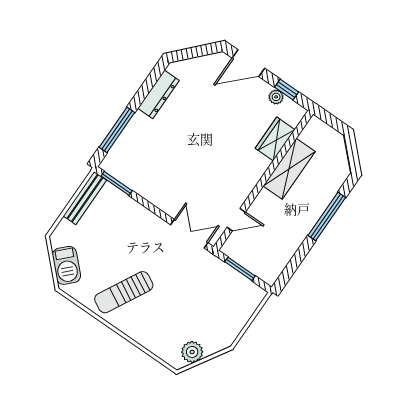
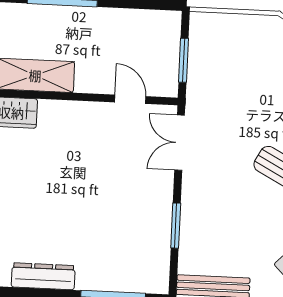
window: (117, 183) -> (176, 226), moved

